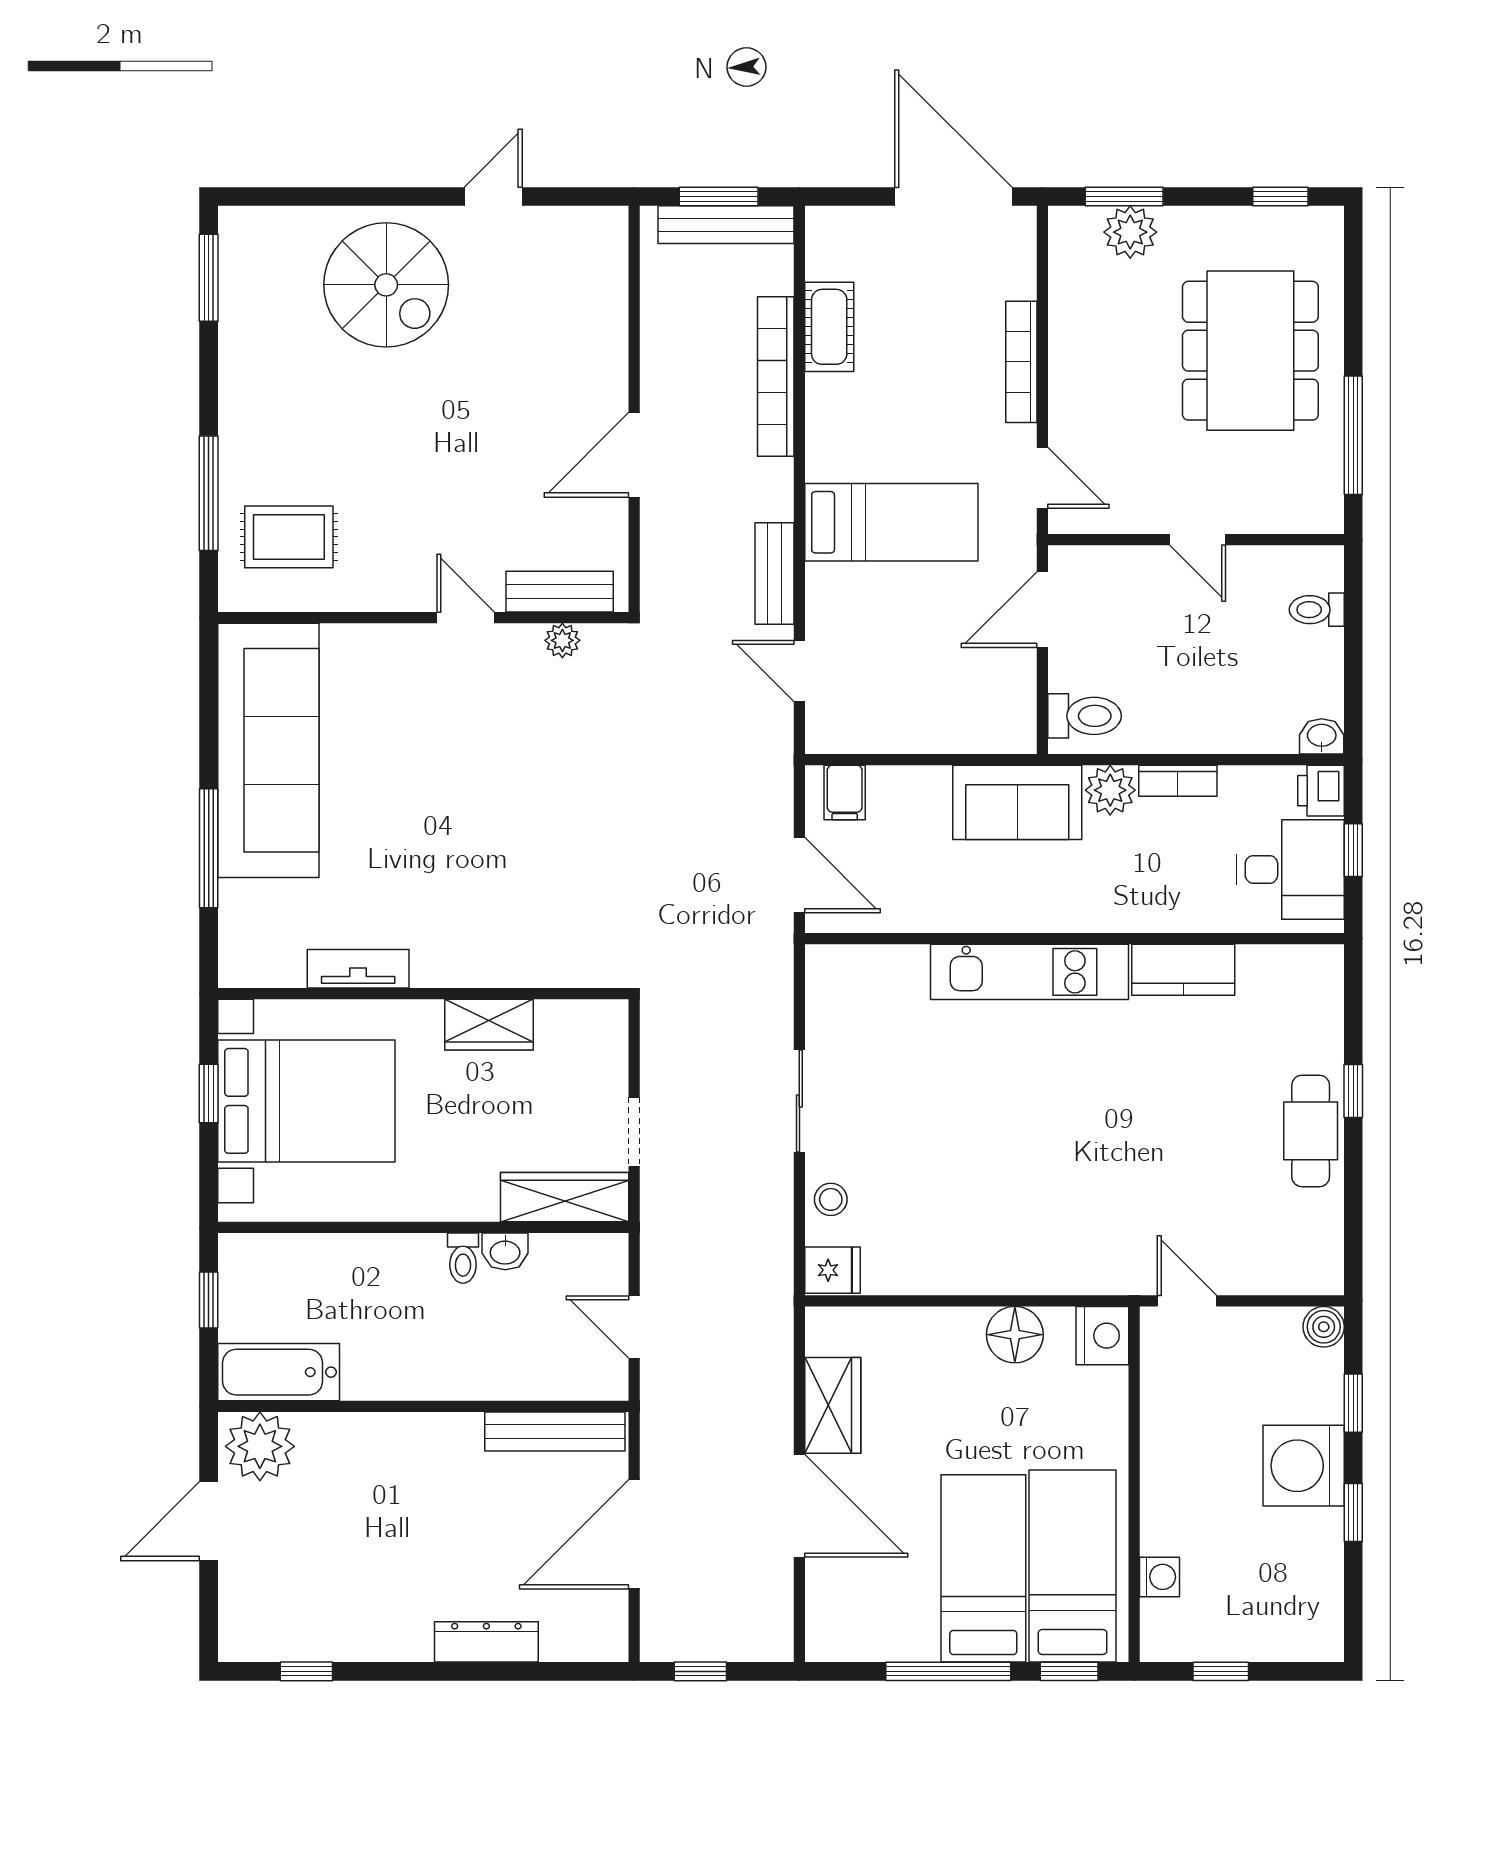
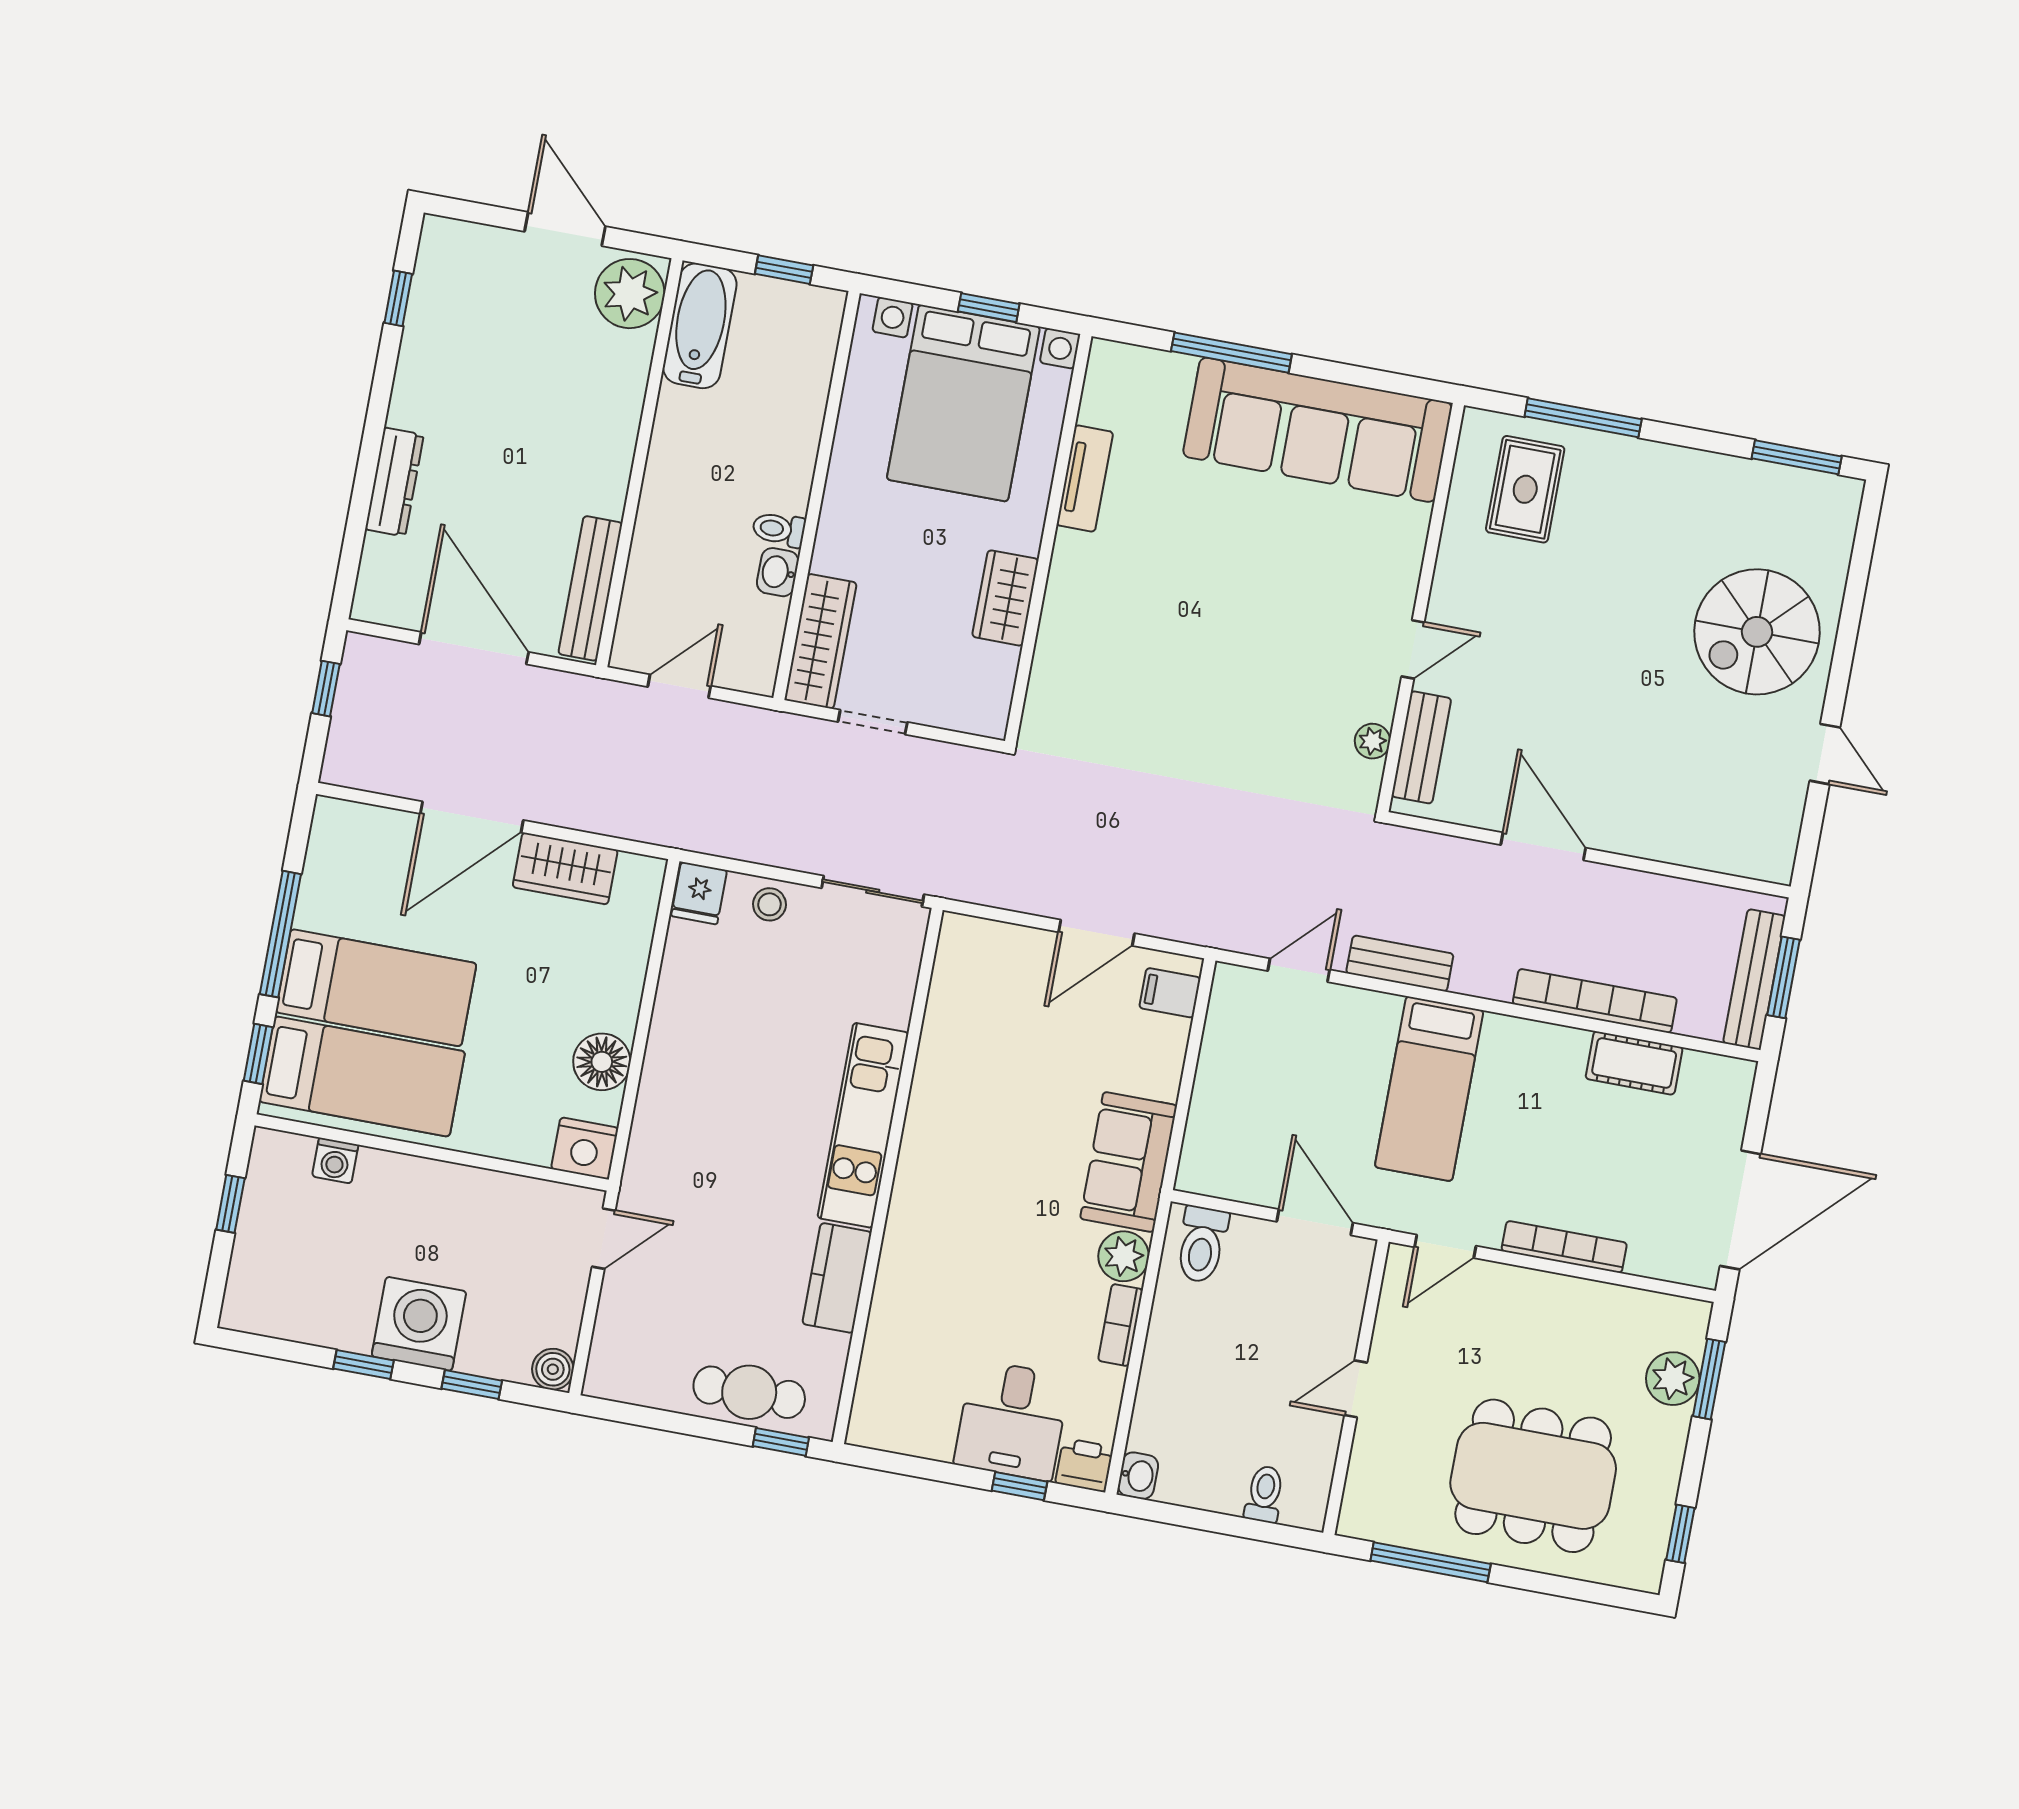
wall: (1074, 939) -> (888, 1176), moved
kitchen counter: (1183, 970) -> (837, 1278), moved
kitchen unit: (1029, 972) -> (863, 1125), moved

